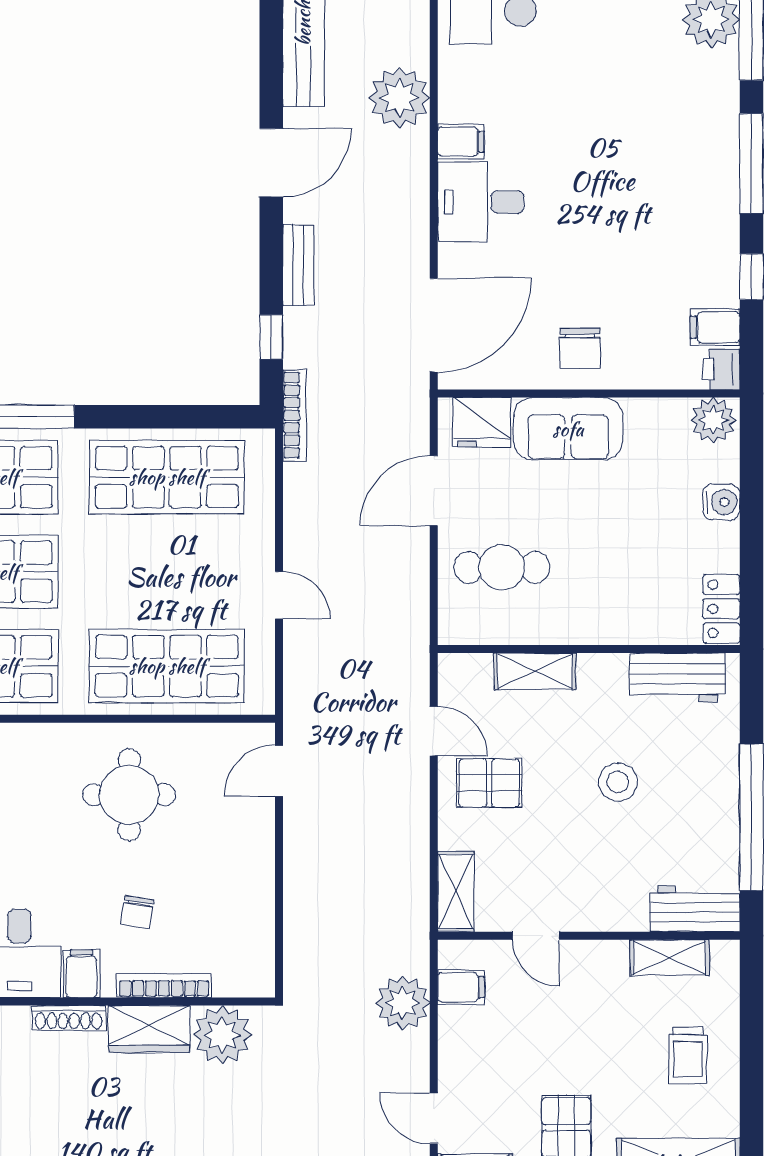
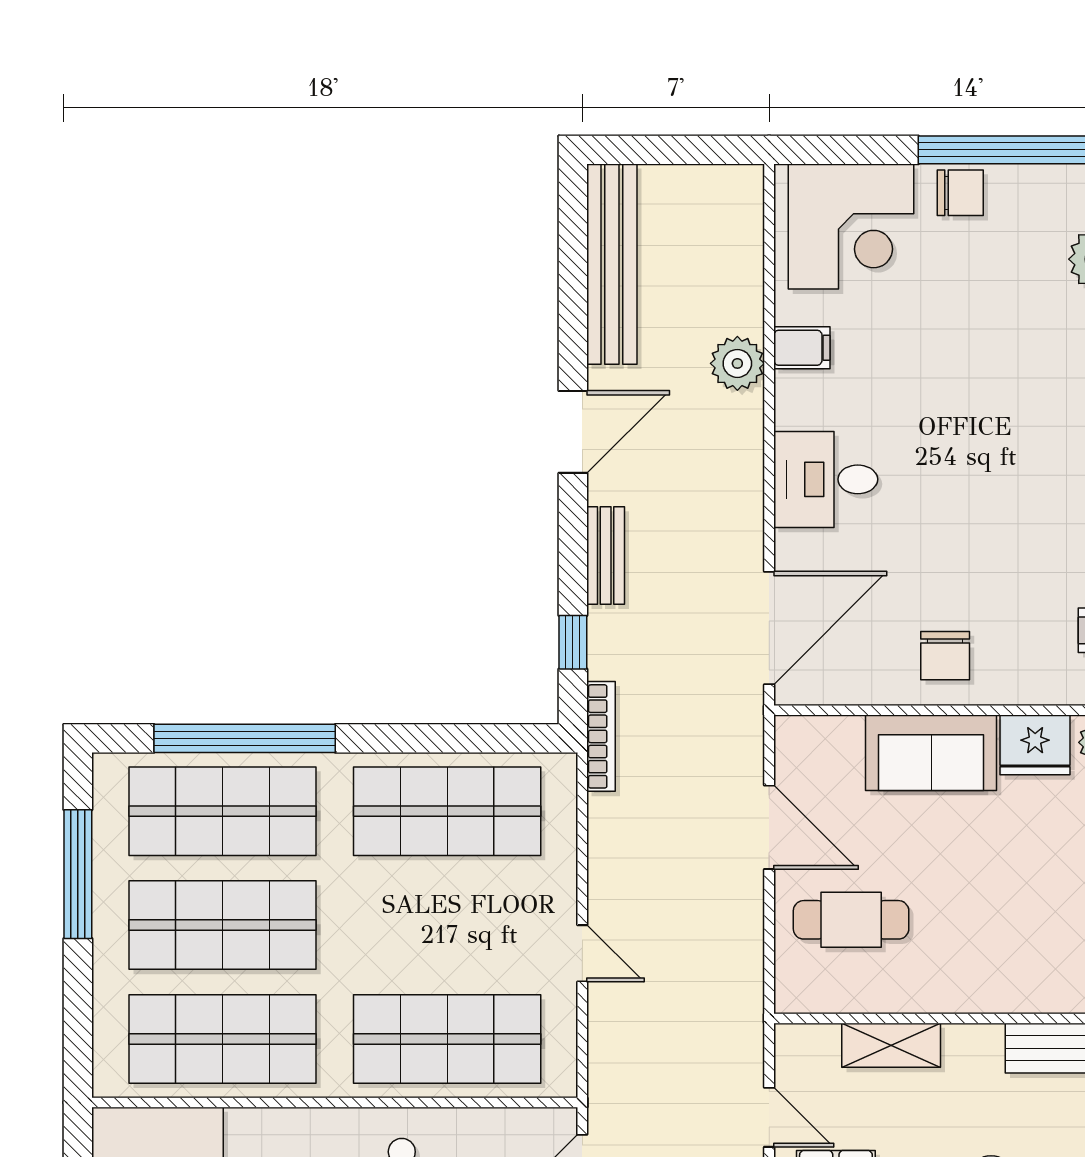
plant: (399, 98) -> (737, 363), width x0.73, depth x0.73
filing cabinet: (461, 142) -> (802, 348), moved
fridge: (482, 422) -> (1035, 745), moved
door: (434, 491) -> (769, 827), swing flipped

